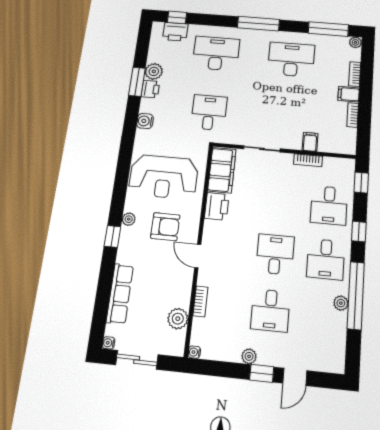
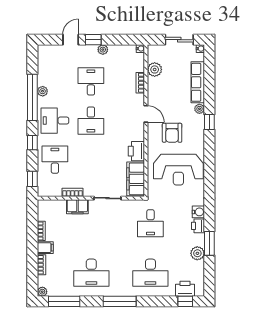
printer: (150, 89) -> (198, 226), moved
filing cabinet: (310, 142) -> (77, 207), width x2.00
reception desk: (163, 177) -> (178, 170), turned 180
plant: (129, 219) -> (199, 109), moved
armchair: (165, 227) -> (172, 133), turned -90
desk: (326, 259) -> (55, 121), turned -90

